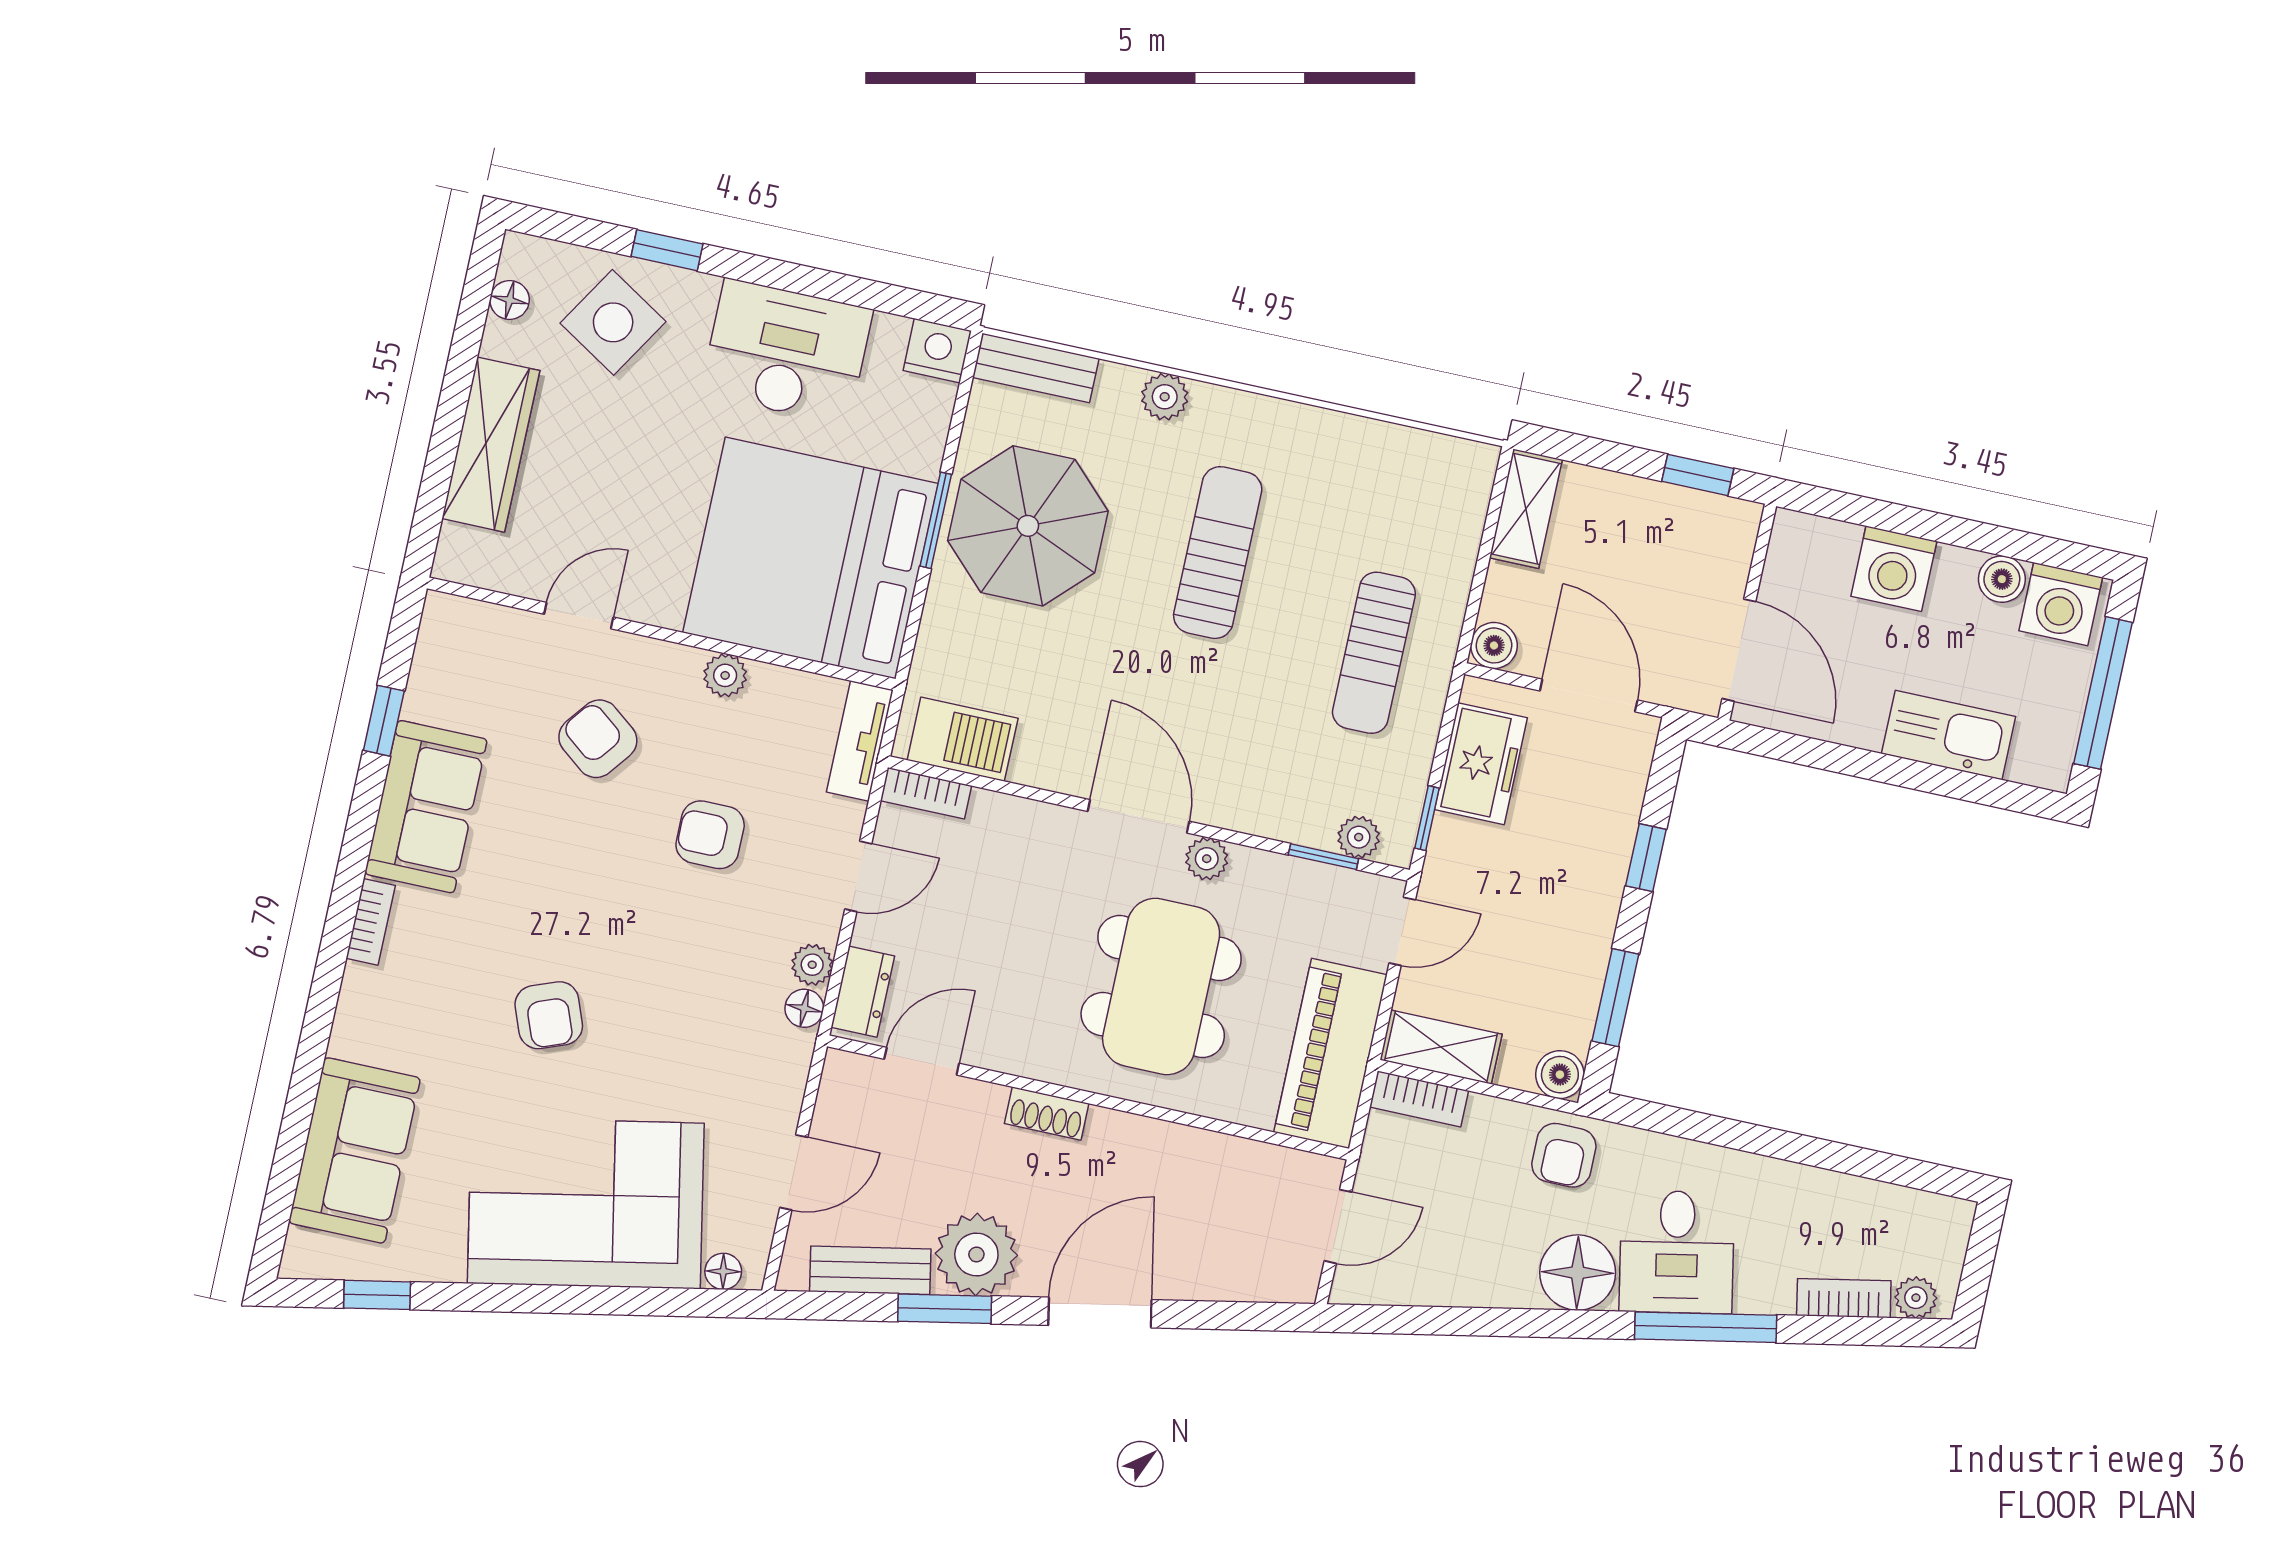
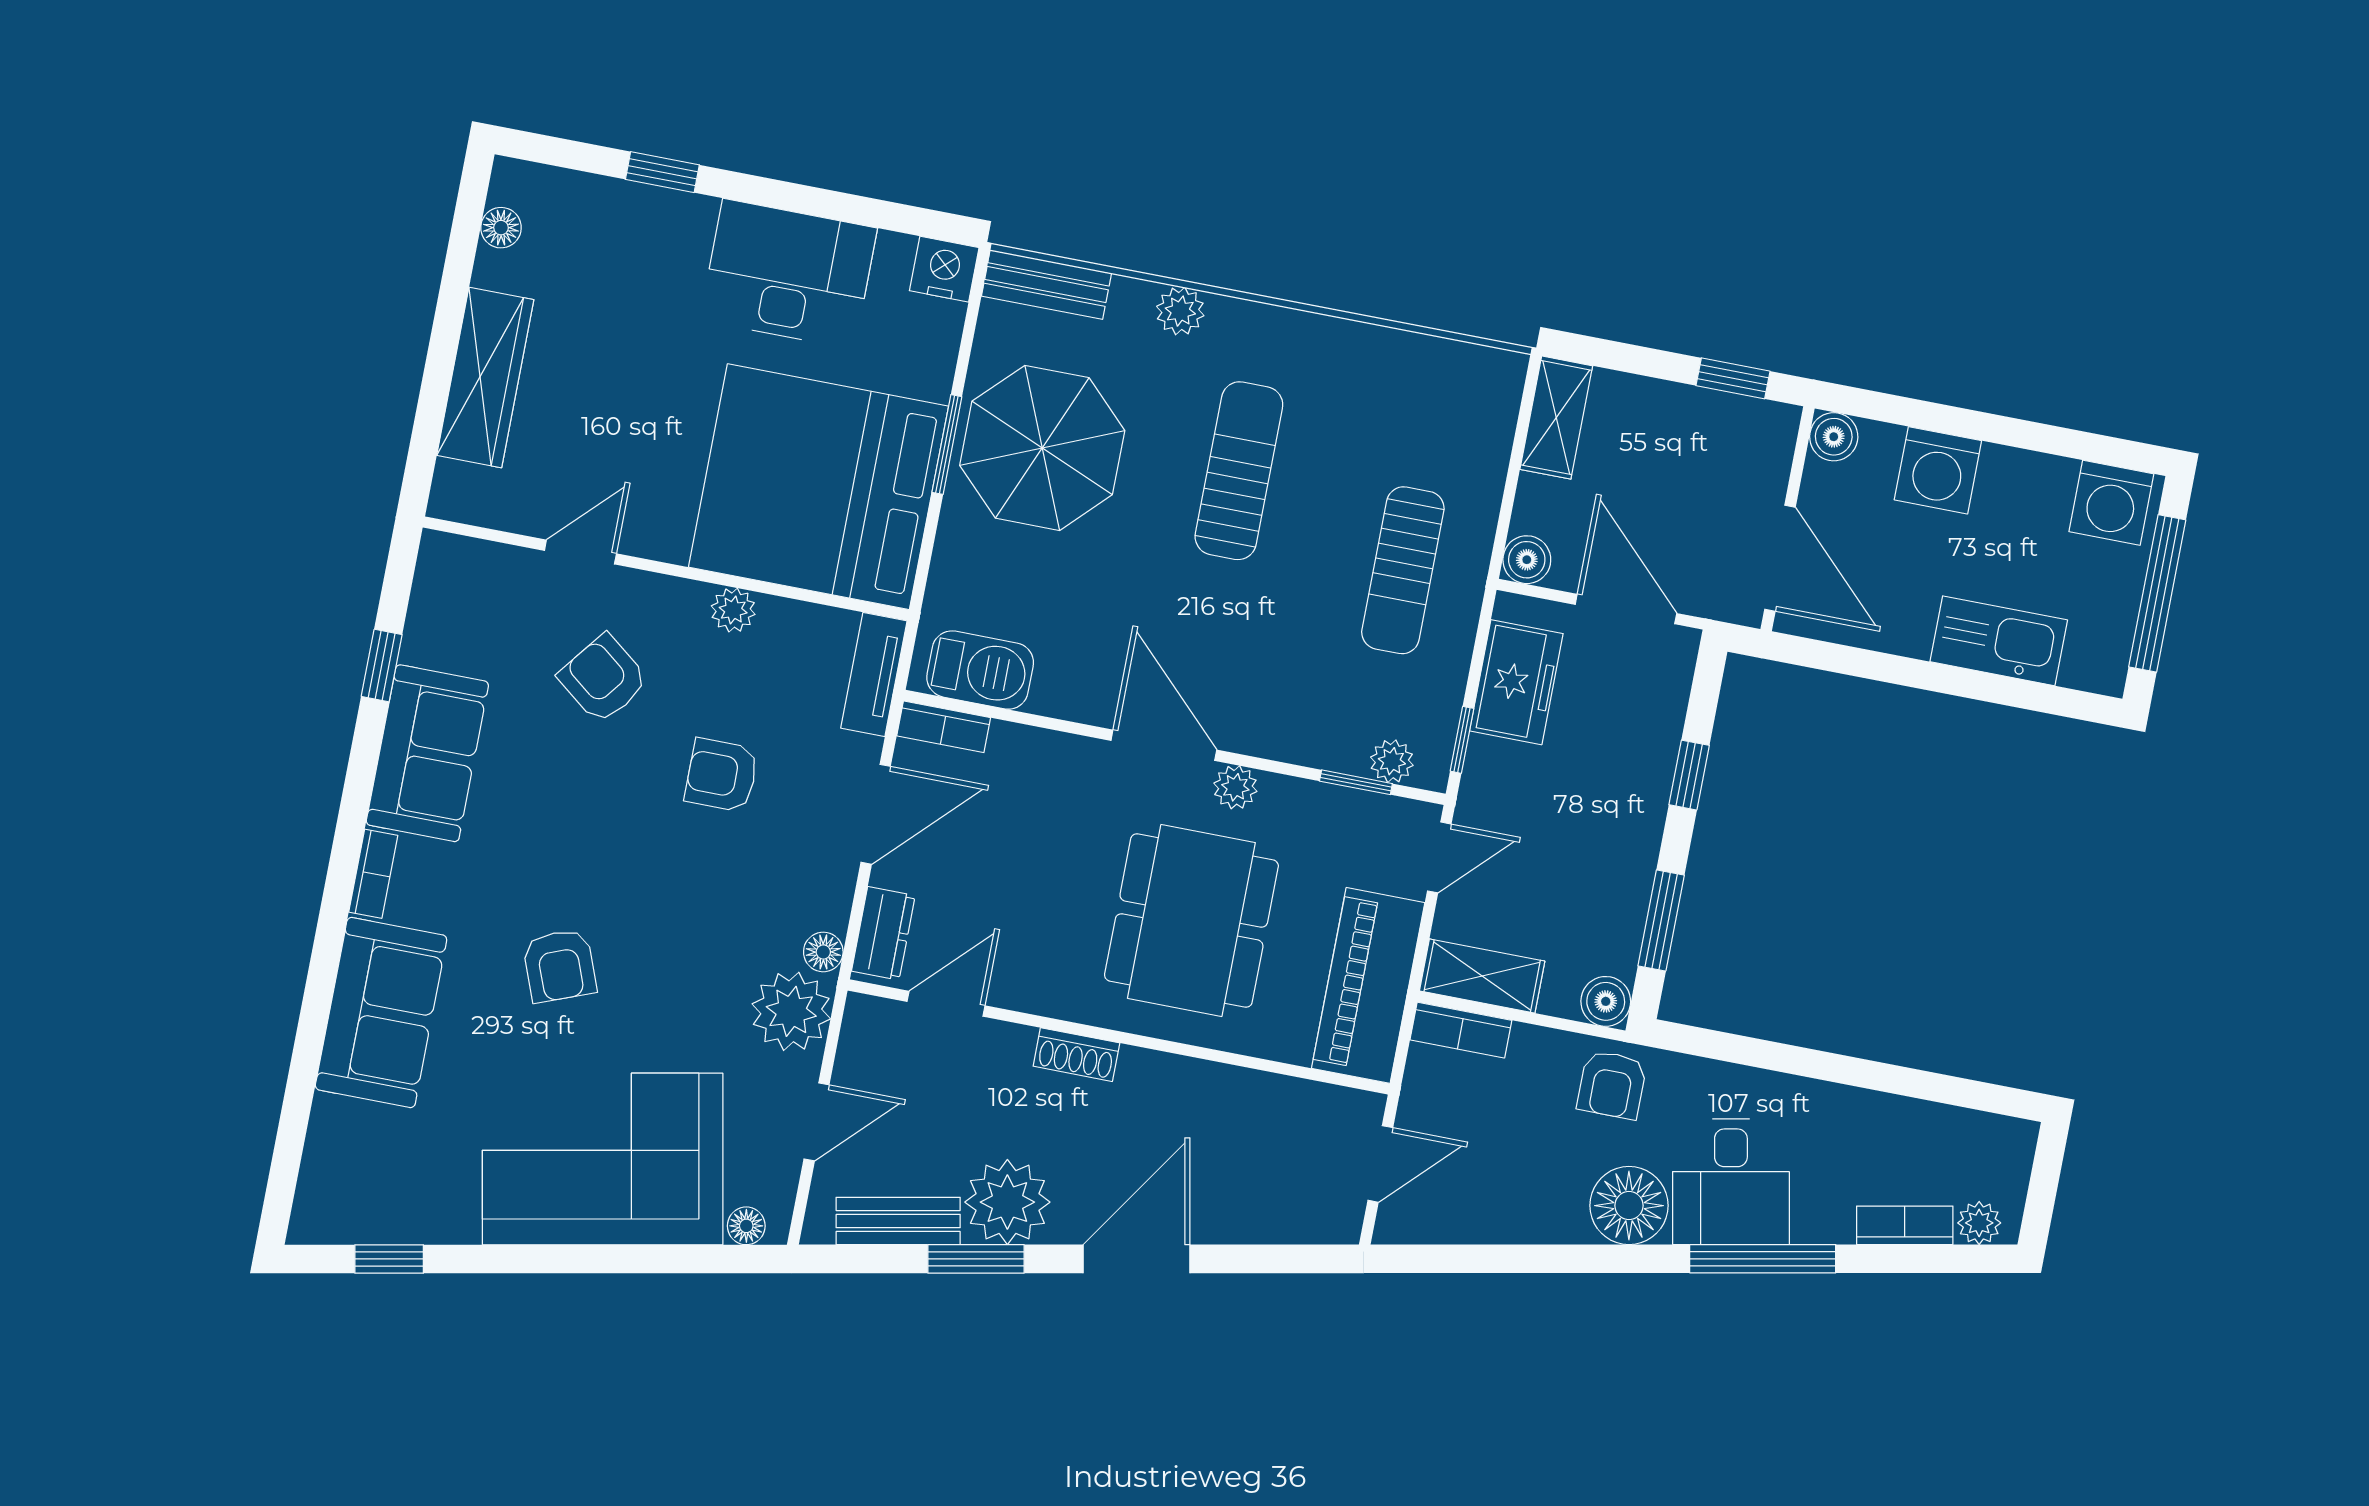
side table: (613, 322) -> (608, 248), removed
boiler: (2002, 579) -> (1834, 437), moved
door: (858, 876) -> (876, 814), width x1.38
plant: (812, 965) -> (791, 1011), moved, width x1.87, depth x1.87
sofa: (354, 1150) -> (381, 1013), moved

